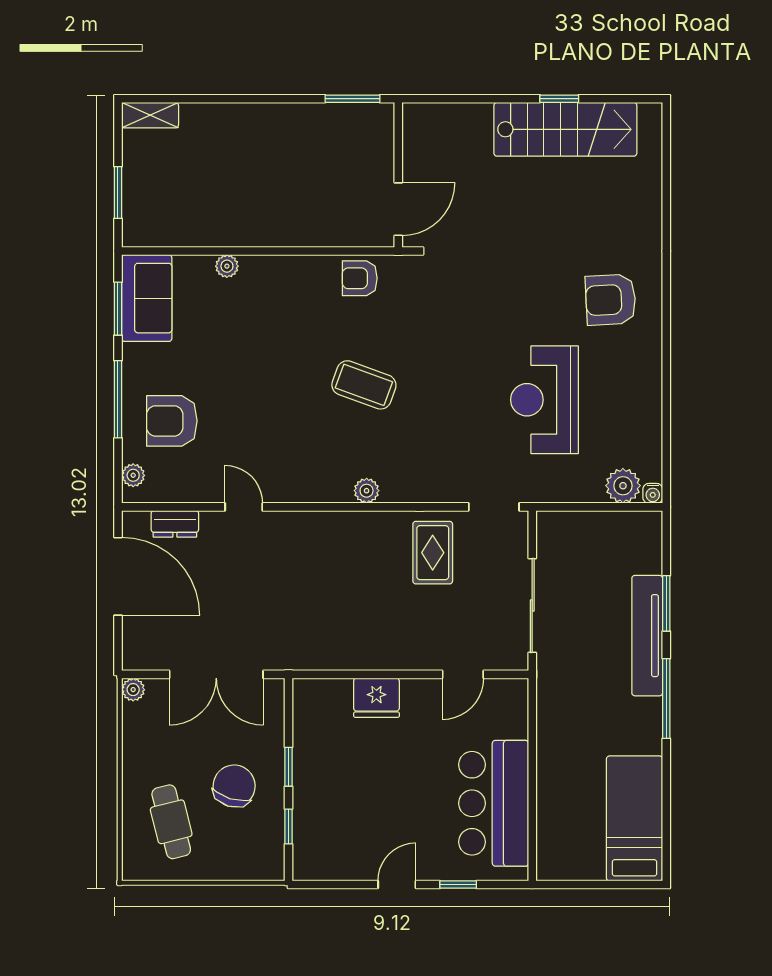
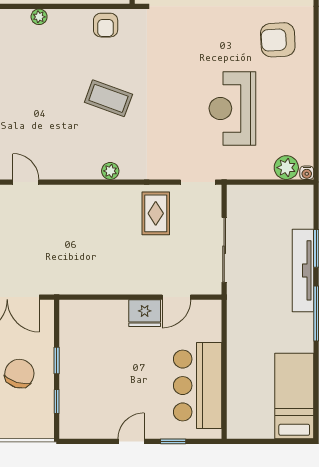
plant: (227, 266) -> (39, 17), moved
armchair: (360, 278) -> (106, 25), turned -90
fridge: (376, 698) -> (145, 313), moved

